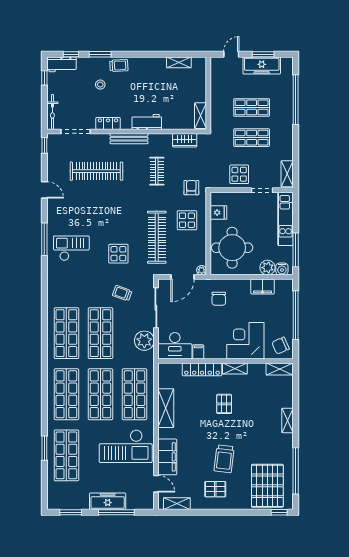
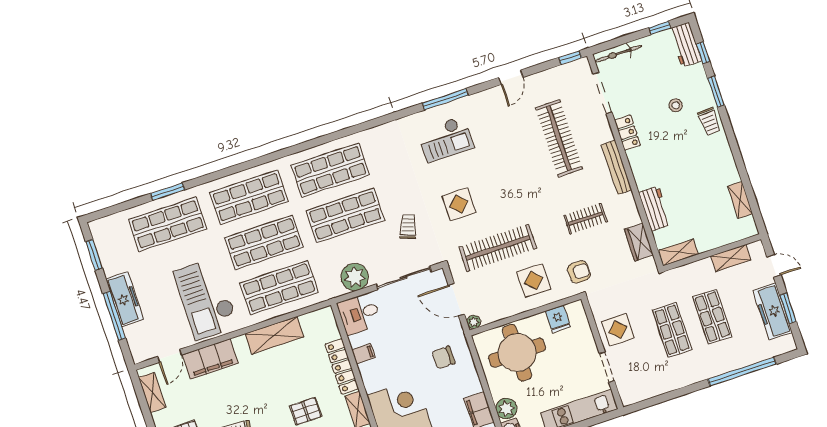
workbench: (147, 122) -> (655, 209), moved
shelving: (287, 174) -> (731, 258), moved
checkout: (71, 248) -> (445, 139), turned 90
desk: (175, 346) -> (359, 314), width x0.73

